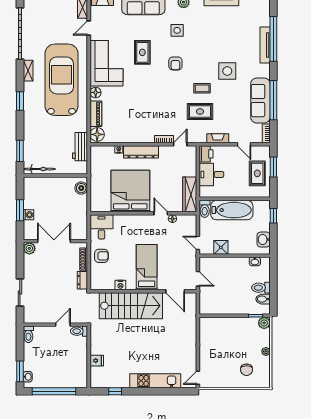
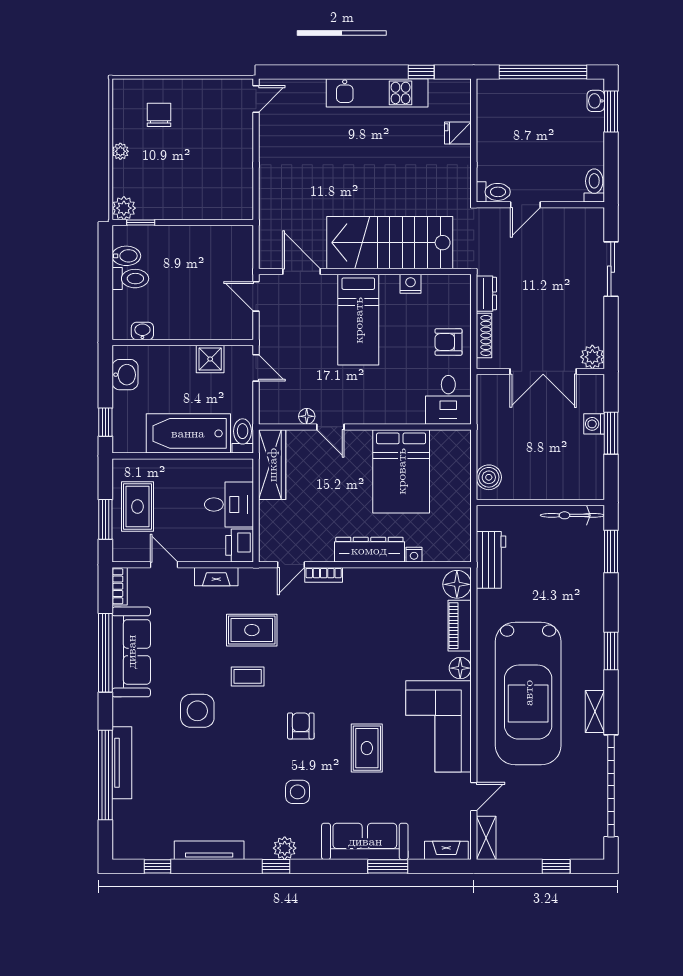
bed: (130, 191) -> (401, 471), width x0.73
kitchen unit: (155, 381) -> (377, 93), moved

